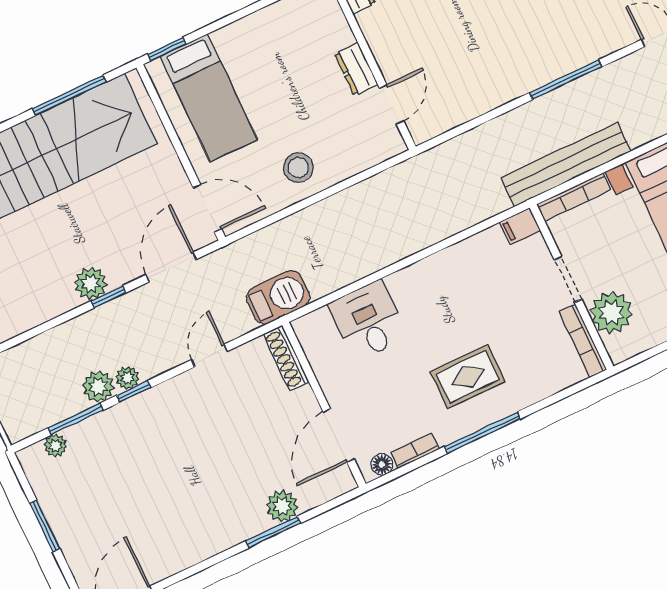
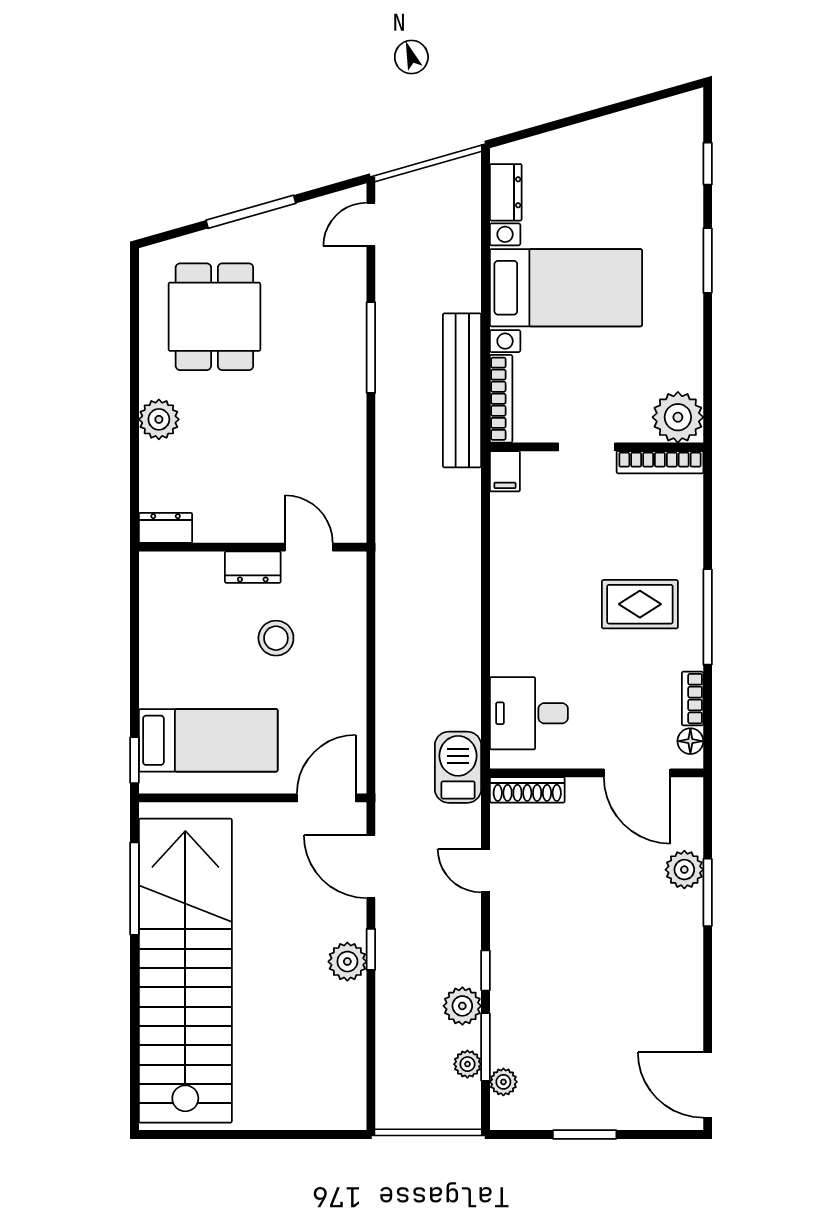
stool: (298, 168) -> (276, 638), moved
plant: (611, 313) -> (678, 417), moved
desk: (368, 321) -> (529, 713), moved
rug: (468, 377) -> (640, 604), turned 90
plant: (127, 378) -> (467, 1064), moved

